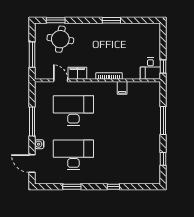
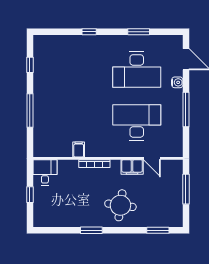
round table: (60, 39) -> (120, 205), moved
window: (163, 67) -> (30, 195), moved
desk: (73, 111) -> (137, 122), turned 180

